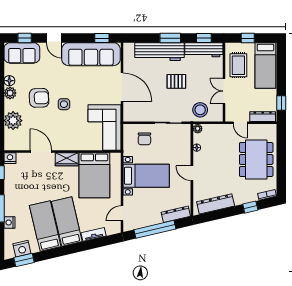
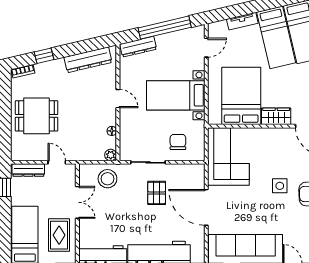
pallet: (176, 81) -> (157, 193), moved, turned 90
dining table: (256, 159) -> (37, 116), width x0.73

